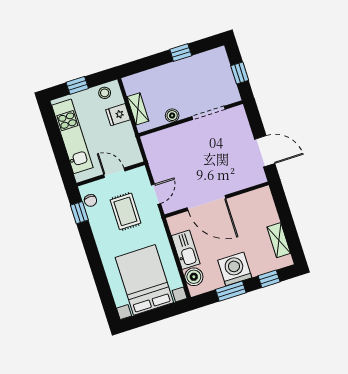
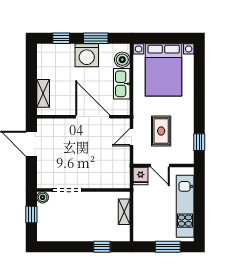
window: (181, 52) -> (102, 247), moved
window: (77, 85) -> (168, 247), width x1.50
stool: (105, 93) -> (147, 234), removed
fridge: (118, 115) -> (141, 176), moved, turned 90
boiler: (172, 116) -> (43, 197), moved
chair: (91, 200) -> (187, 149), removed
shelving: (279, 240) -> (43, 93), moved

